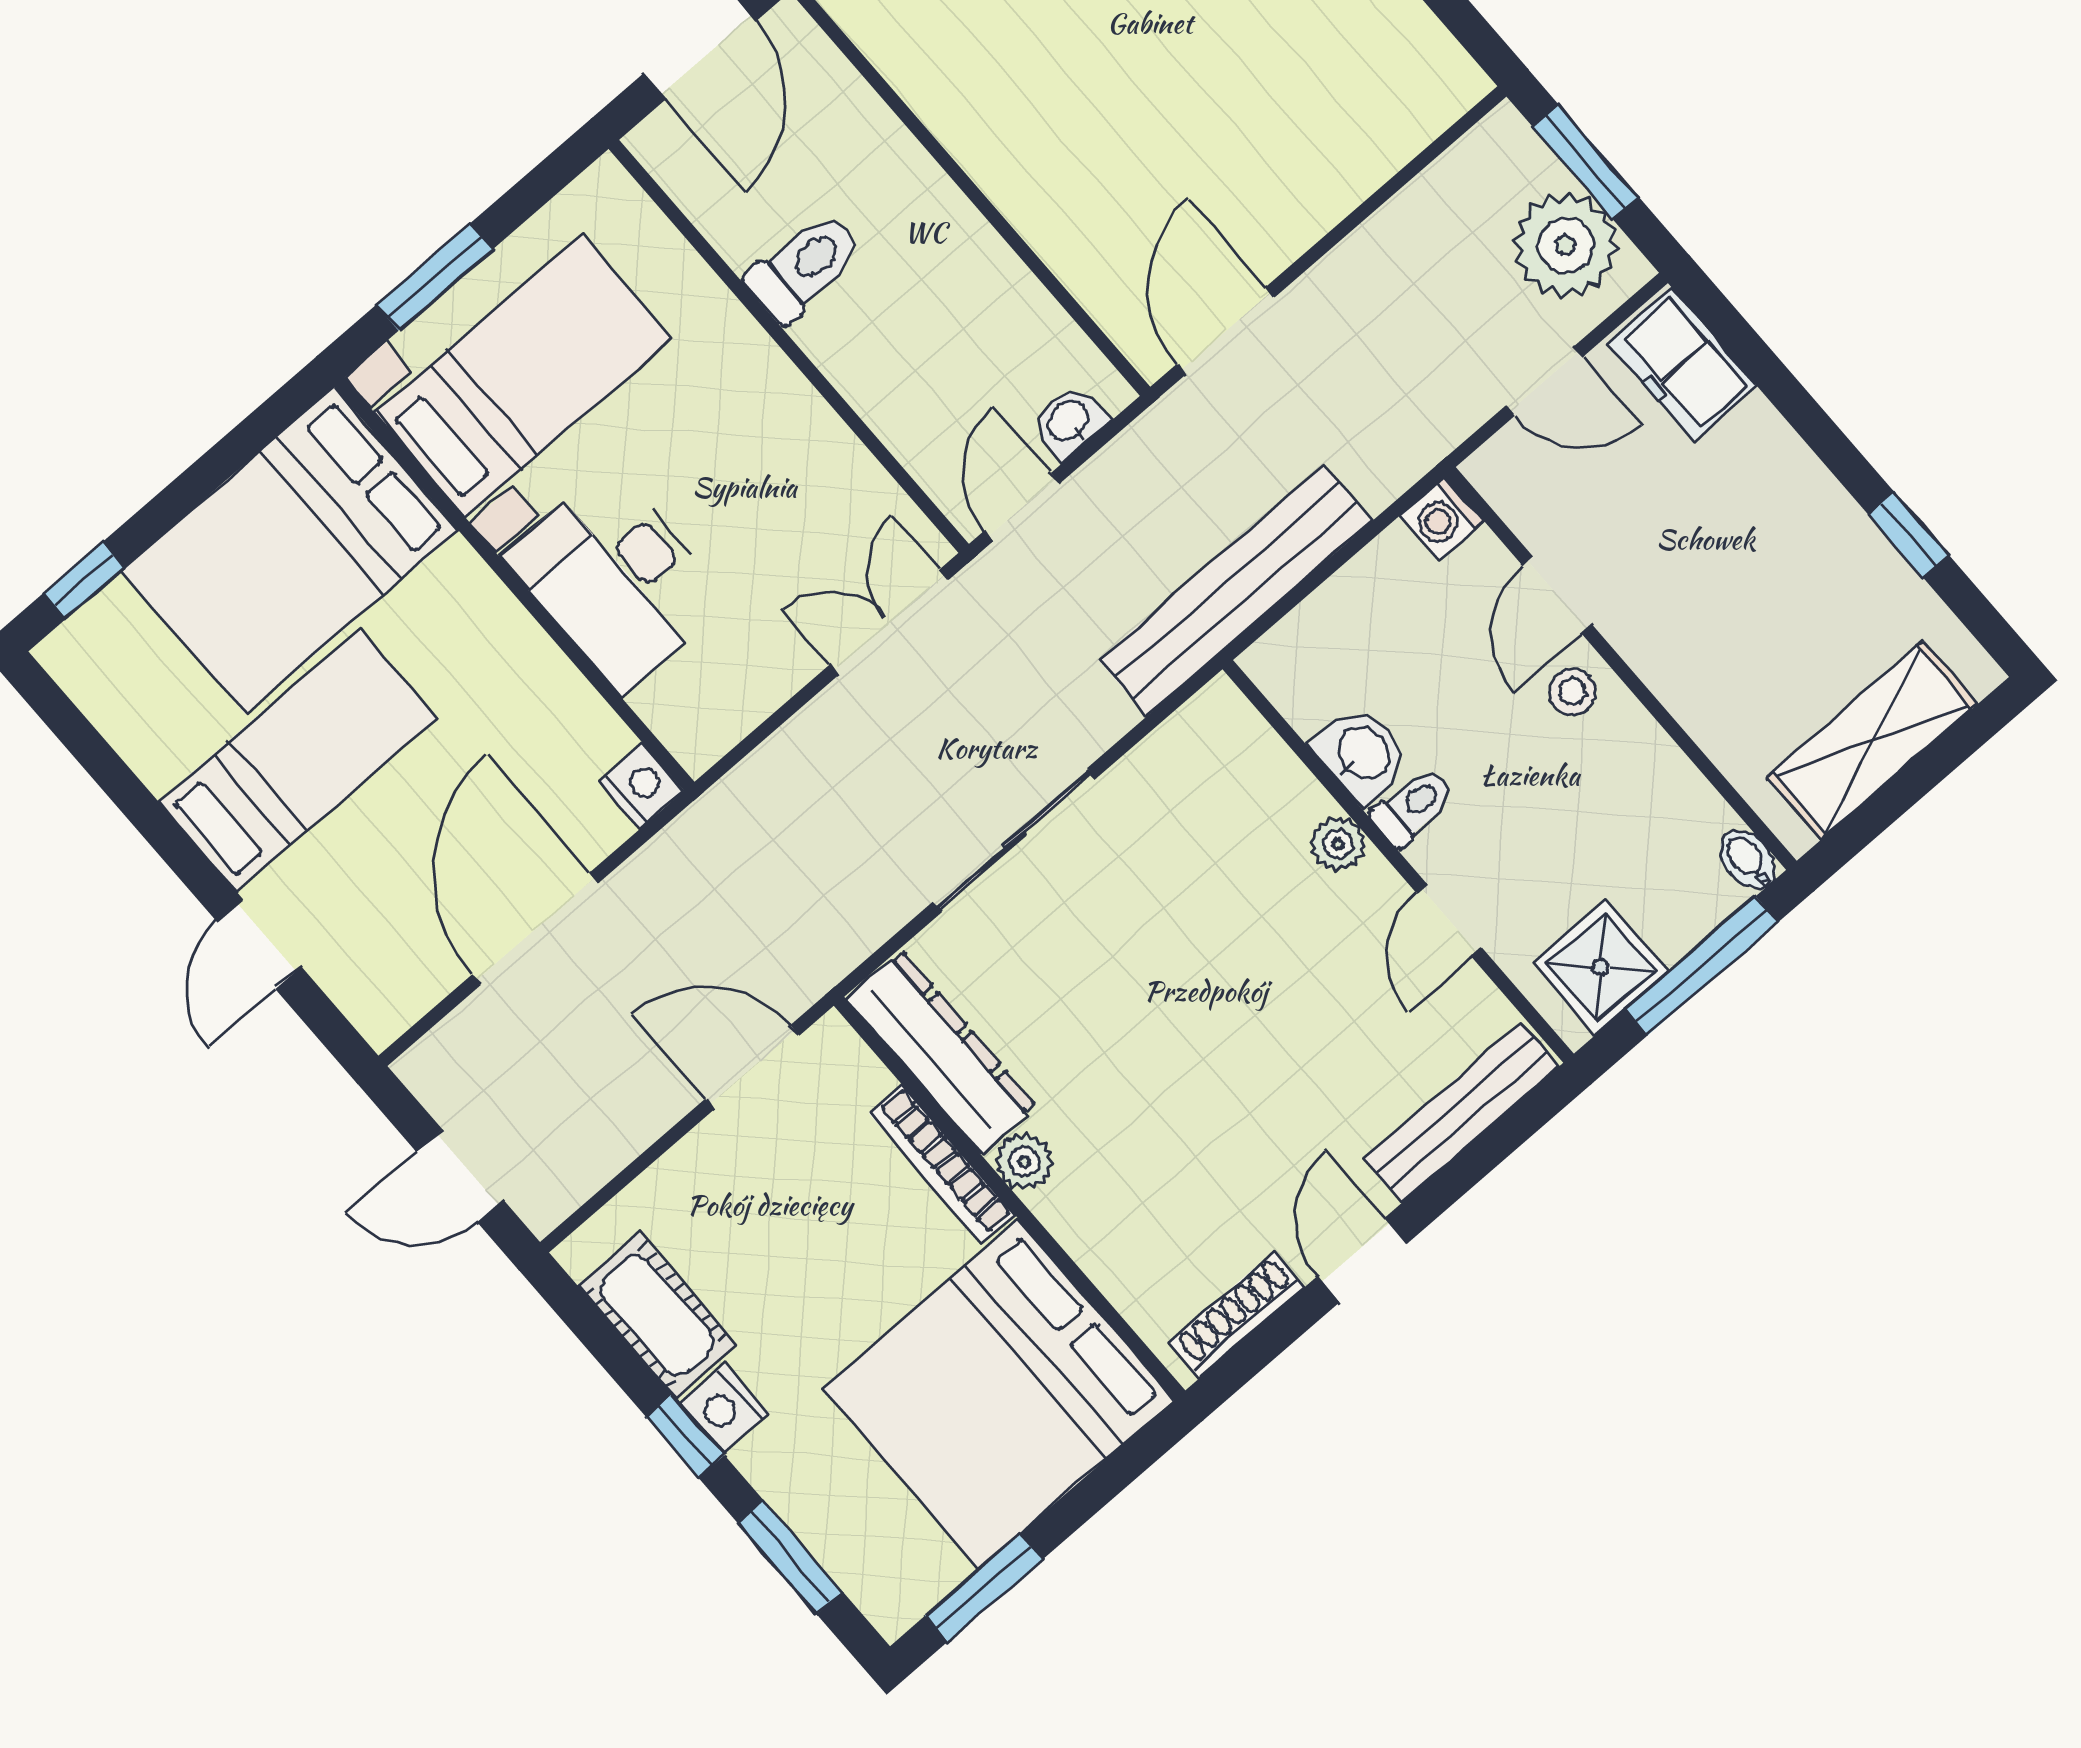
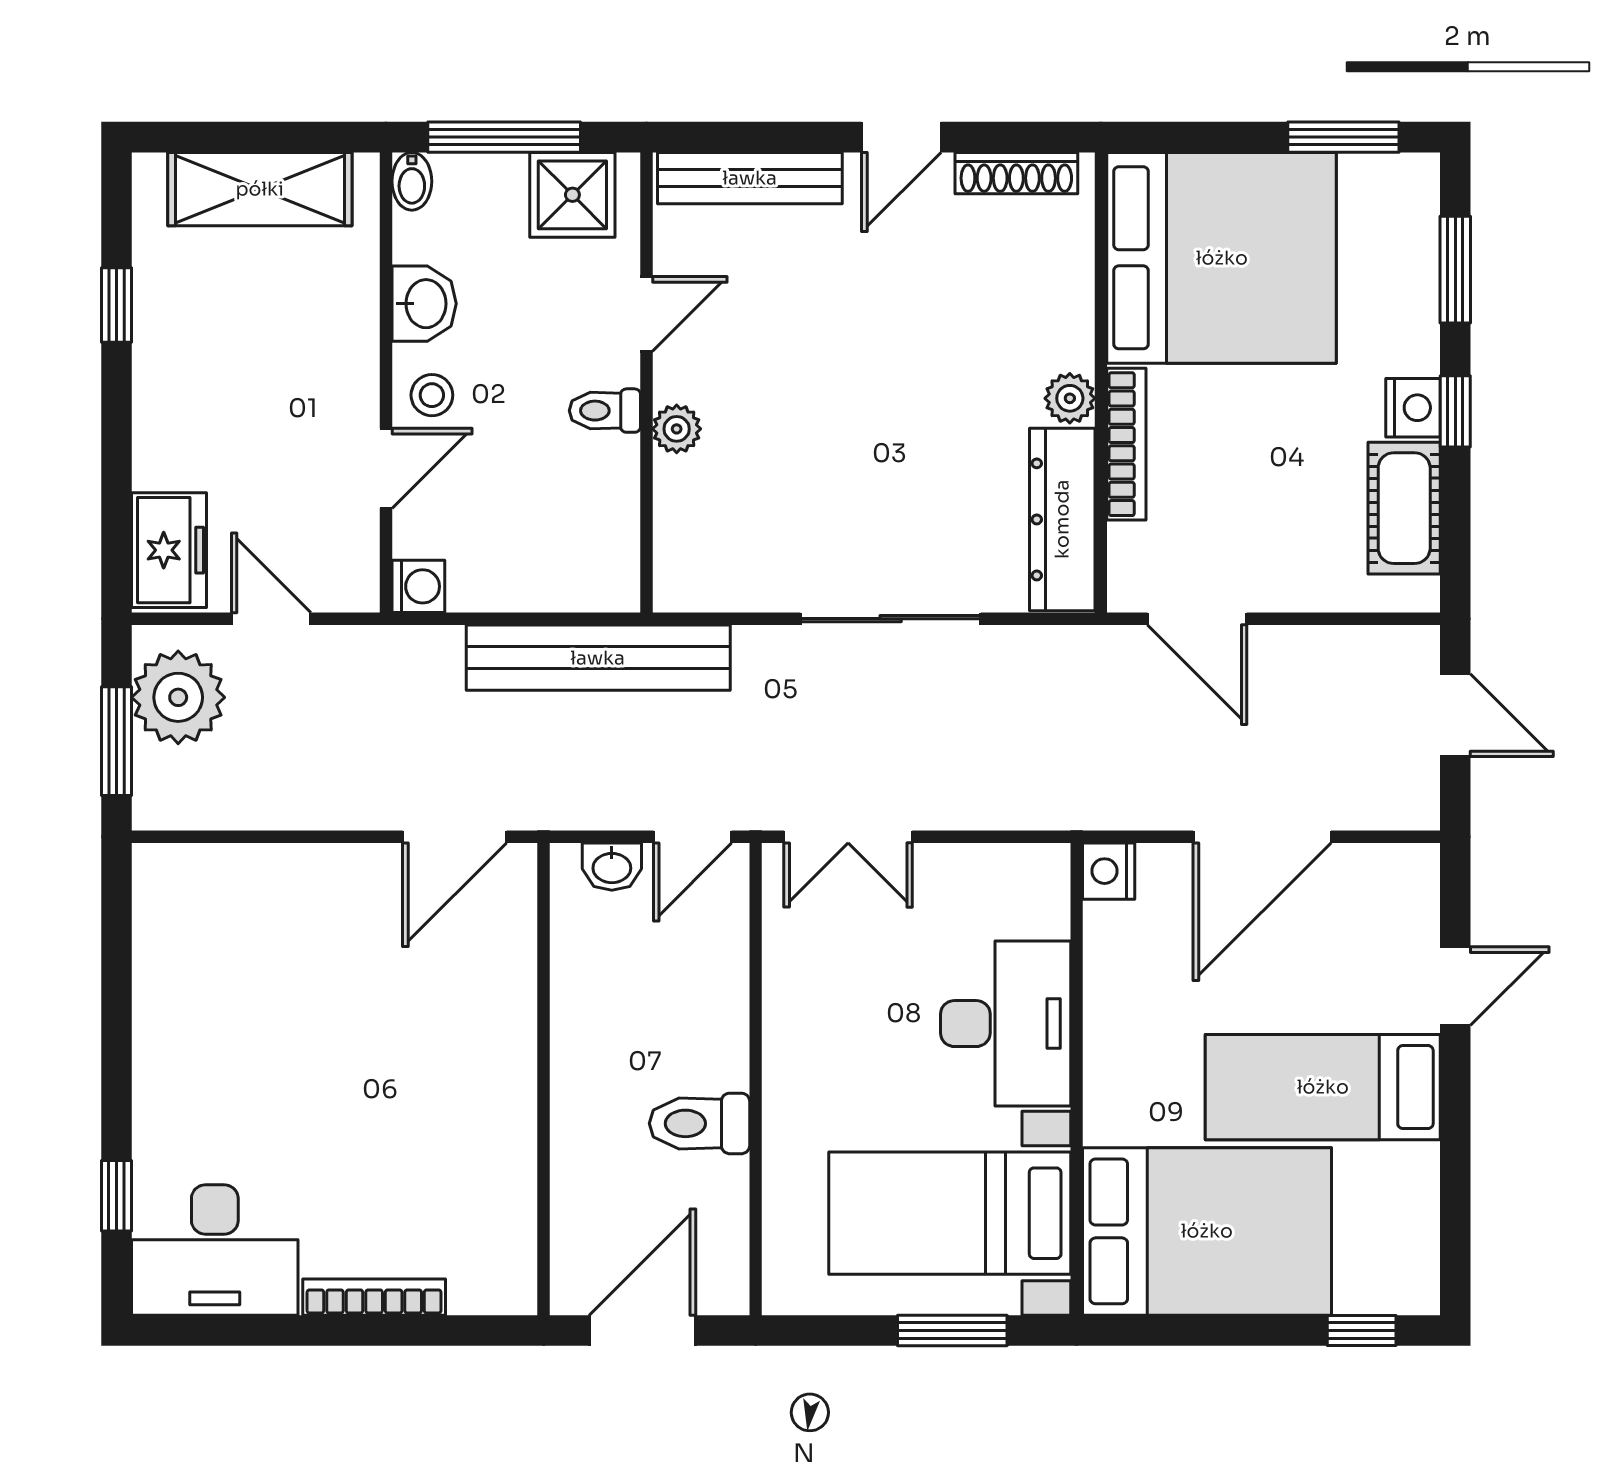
washbasin: (1362, 754) -> (424, 304), moved, turned 180

